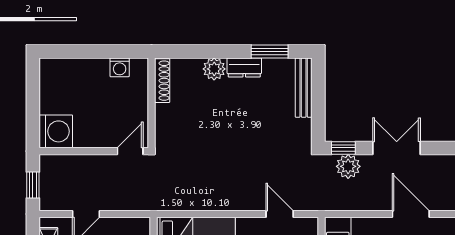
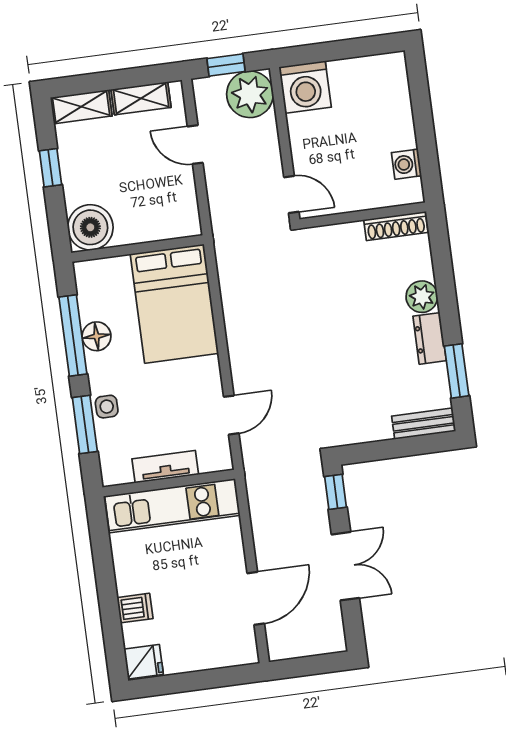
bench: (304, 88) -> (424, 424), width x0.73
plant: (348, 166) -> (250, 94), moved, width x1.36, depth x1.36

